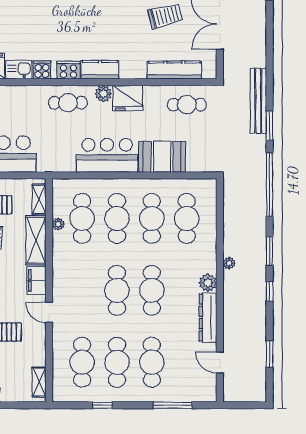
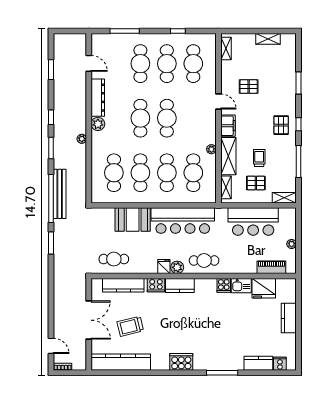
cooker: (68, 70) -> (156, 285), moved
fridge: (128, 98) -> (164, 267), width x0.53, depth x0.75
bench: (258, 101) -> (60, 194), moved
bar counter: (107, 155) -> (183, 221), width x1.36
plant: (58, 224) -> (211, 149), moved

